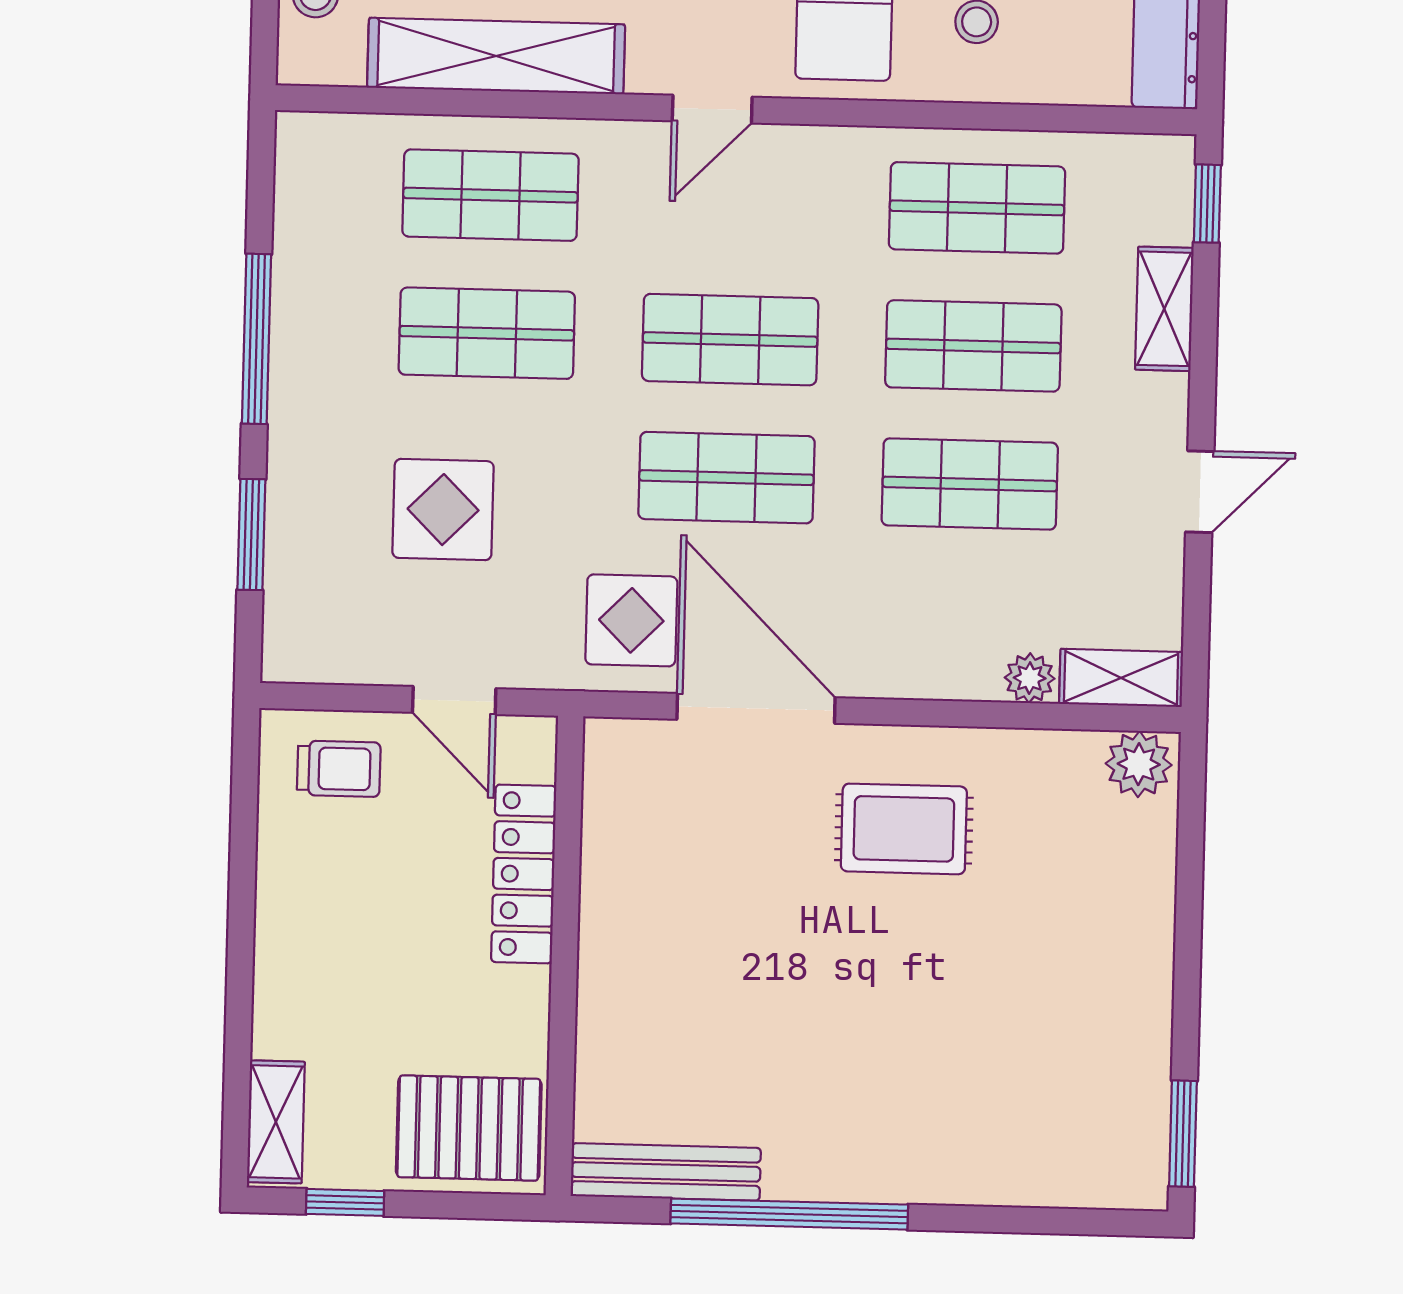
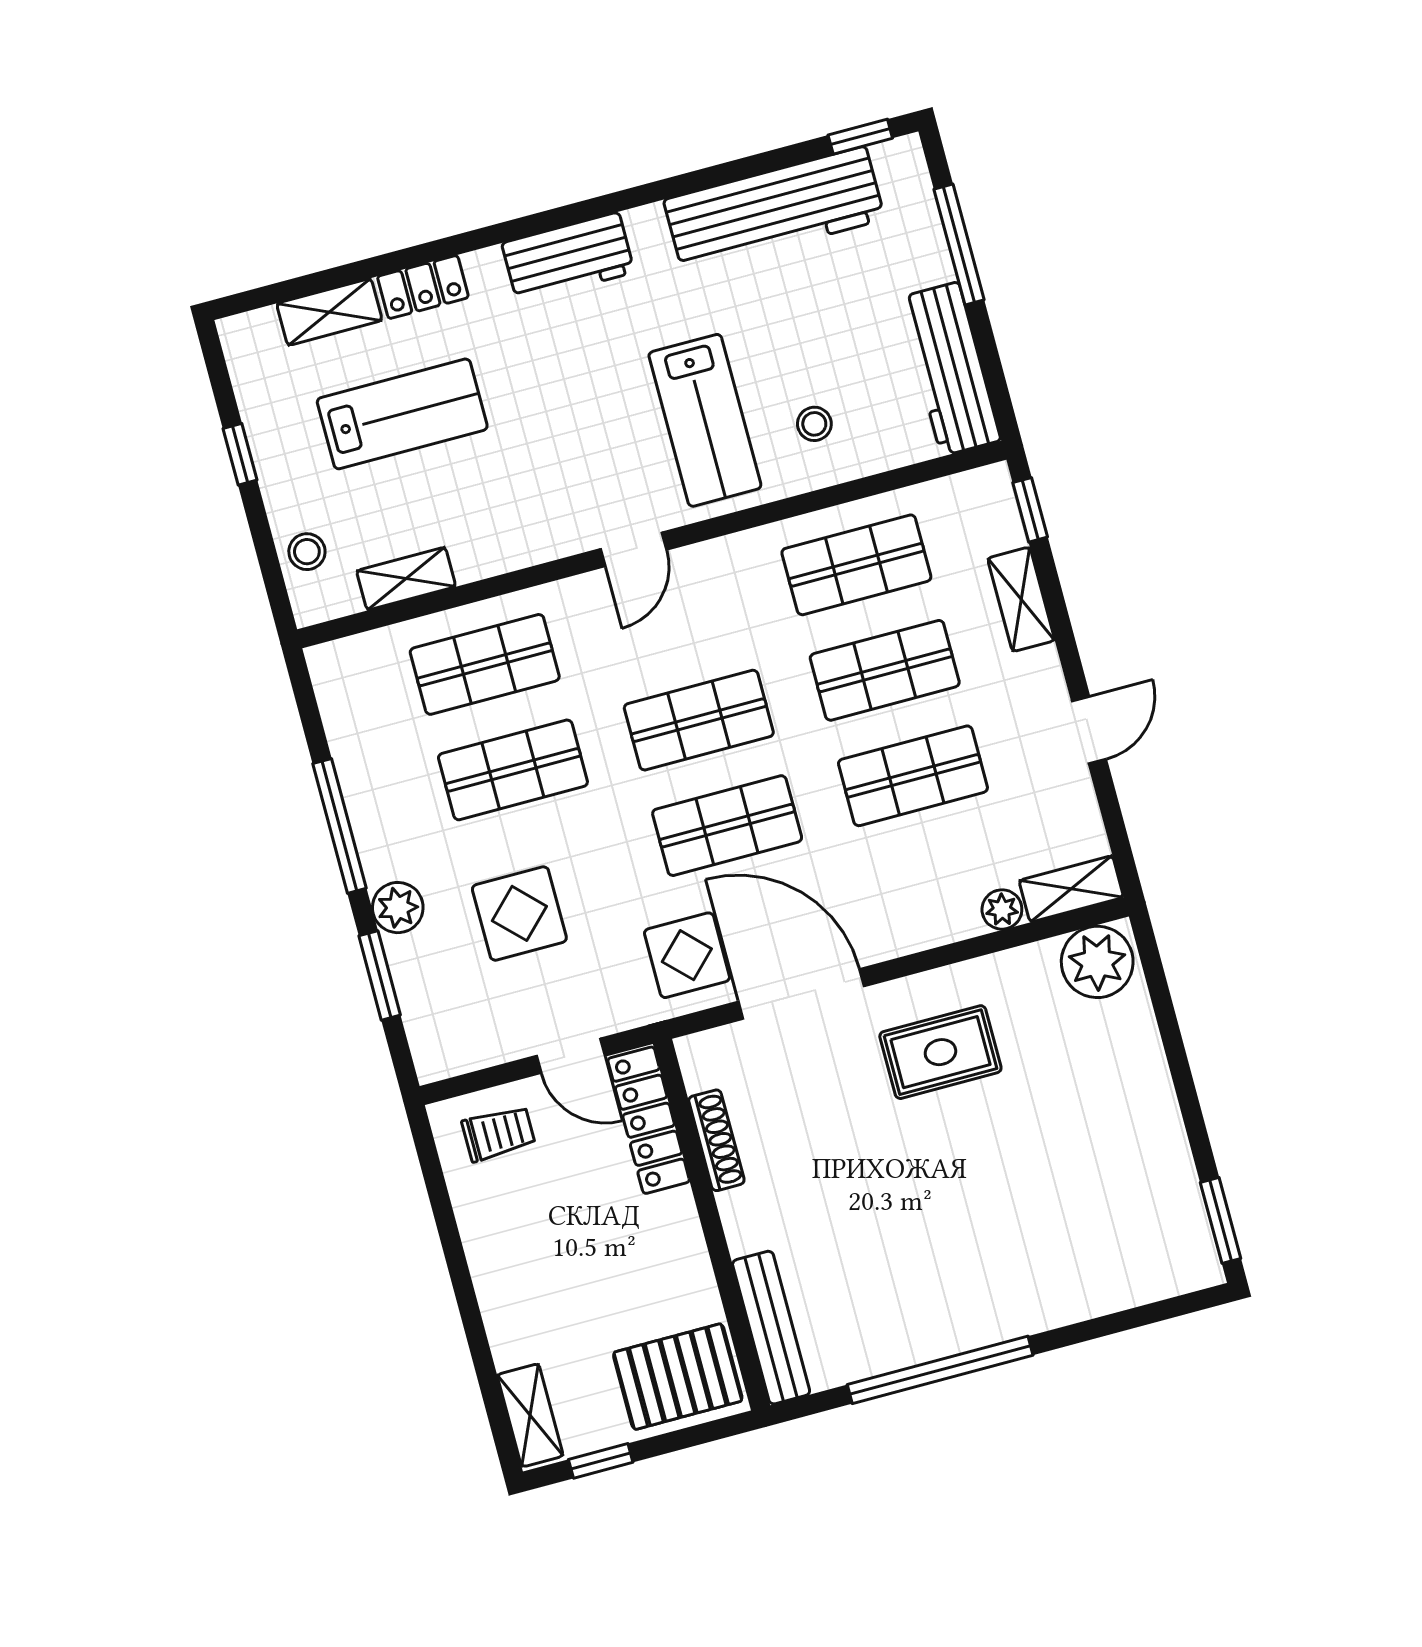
shelving: (496, 56) -> (406, 579), width x0.45, depth x0.75
plant: (298, 459) -> (398, 908), added
plant: (1139, 764) -> (1097, 962), width x1.36, depth x1.36
shoe rack: (601, 855) -> (716, 1140), added
locker: (524, 874) -> (649, 1120), moved
bench: (666, 1172) -> (771, 1328), moved, turned 90

